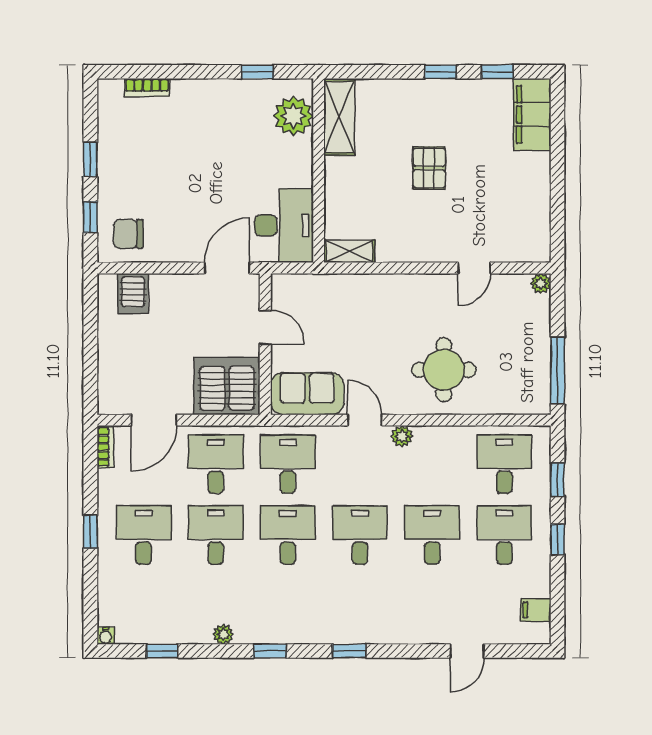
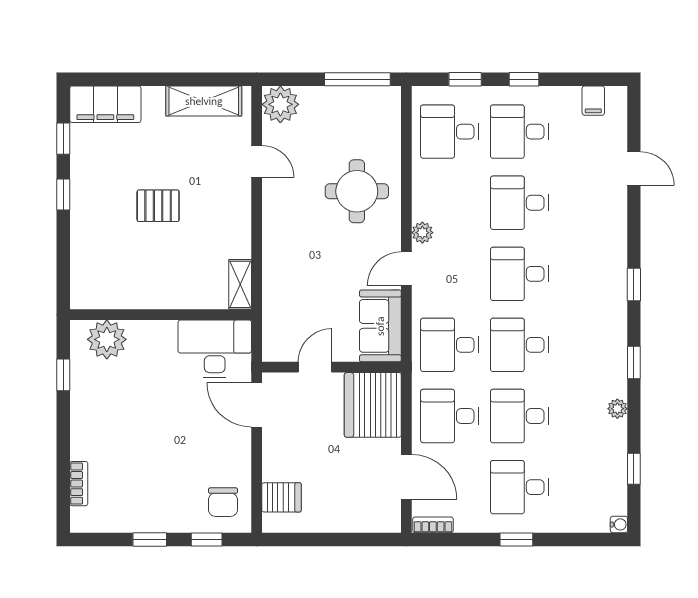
shelving: (339, 117) -> (204, 101), moved
plant: (541, 283) -> (280, 104), width x1.88, depth x1.88

